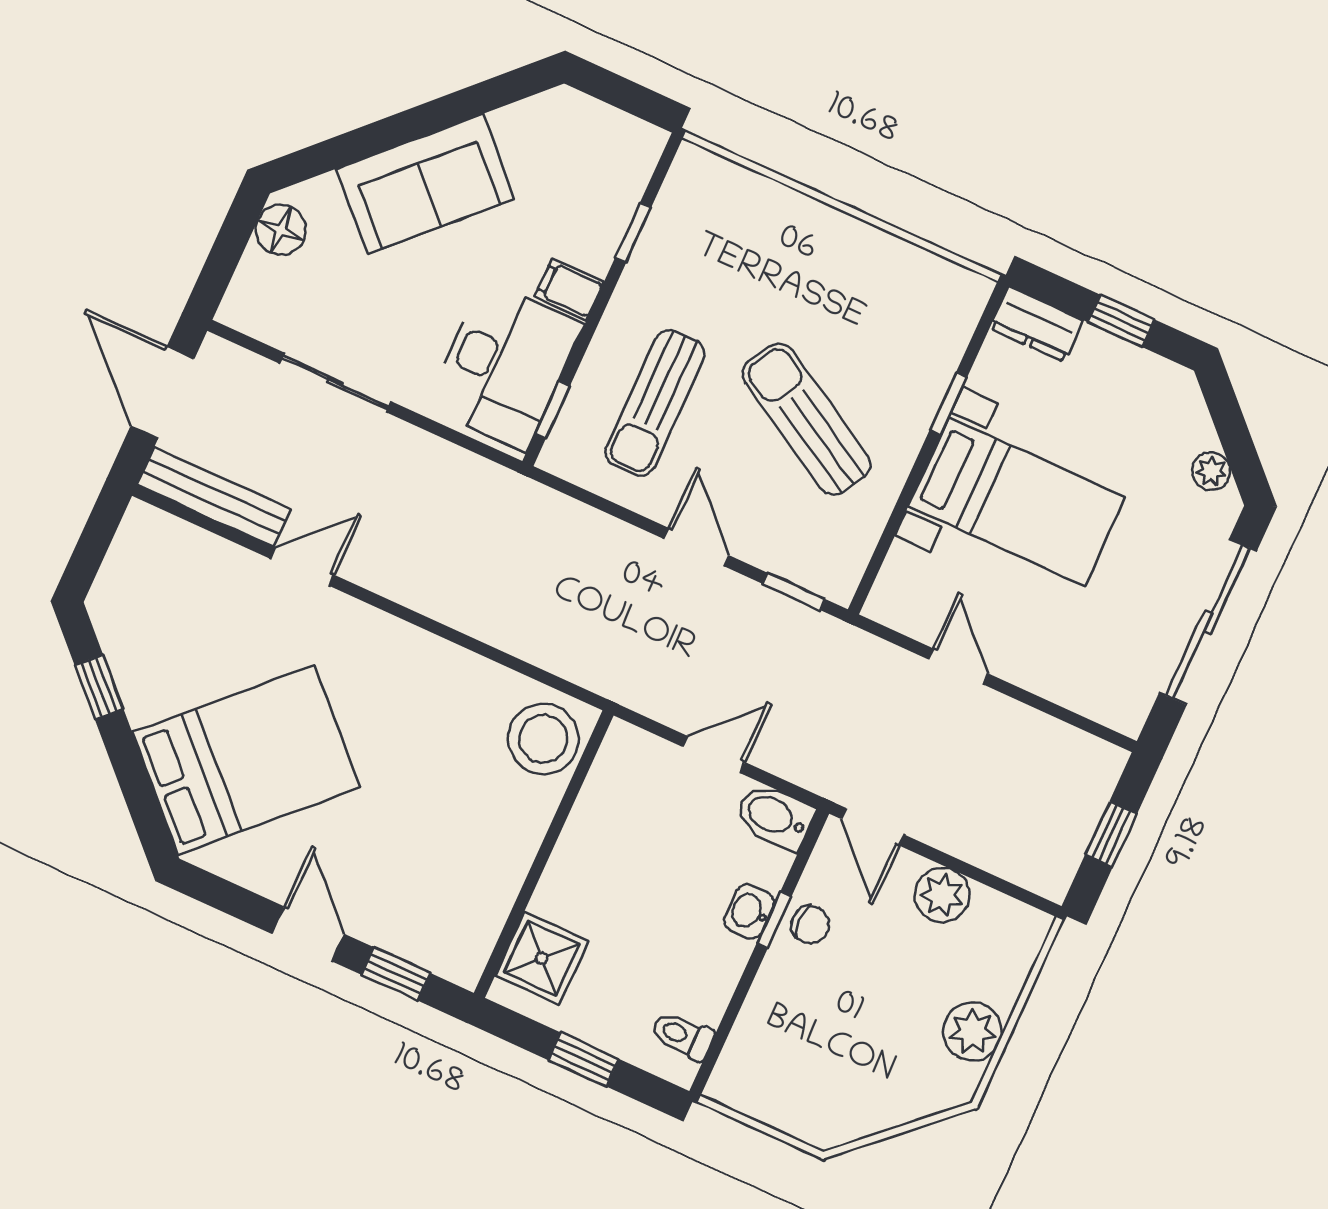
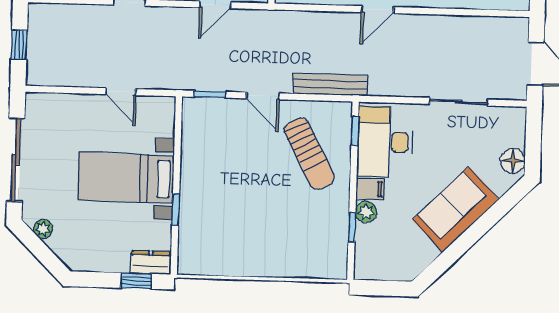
plant: (595, 250) -> (366, 212), added
window: (1121, 321) -> (136, 281), moved
sun lounger: (655, 403) -> (309, 154), turned 152
sun lounger: (806, 419) -> (237, 175), removed
bench: (214, 497) -> (330, 84), moved
door: (302, 567) -> (378, 10), moved

